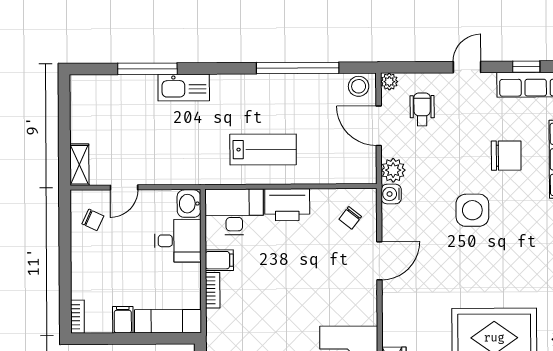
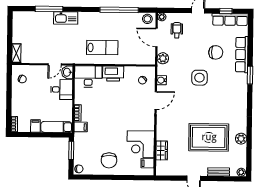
door: (124, 187) -> (55, 64), moved
water cooler: (391, 194) -> (162, 80), moved
filing cabinet: (219, 260) -> (81, 127), moved

